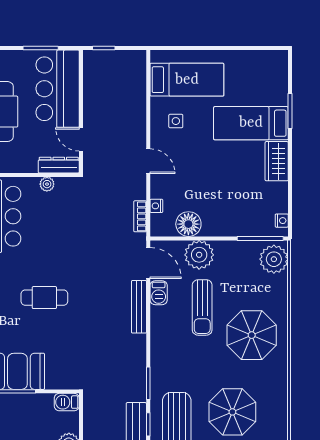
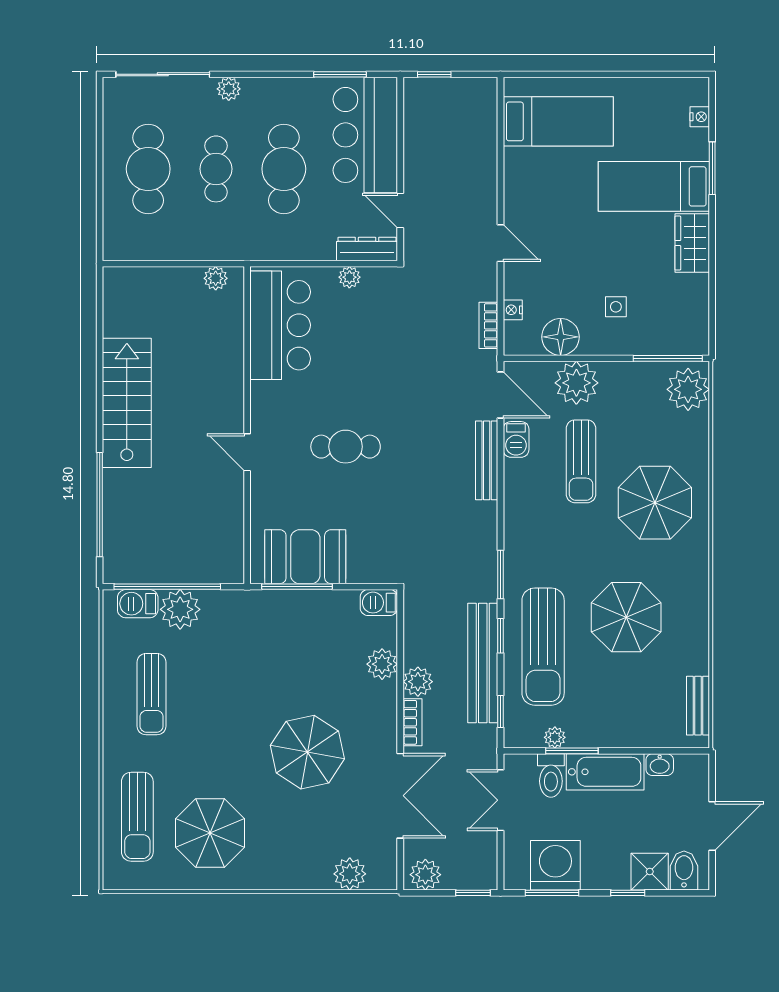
side table: (176, 121) -> (616, 307), moved
nightstand: (282, 221) -> (700, 117), moved

